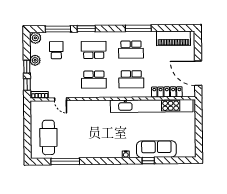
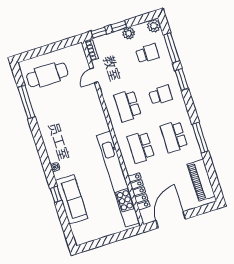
school desk: (94, 50) -> (161, 95), width x0.54

